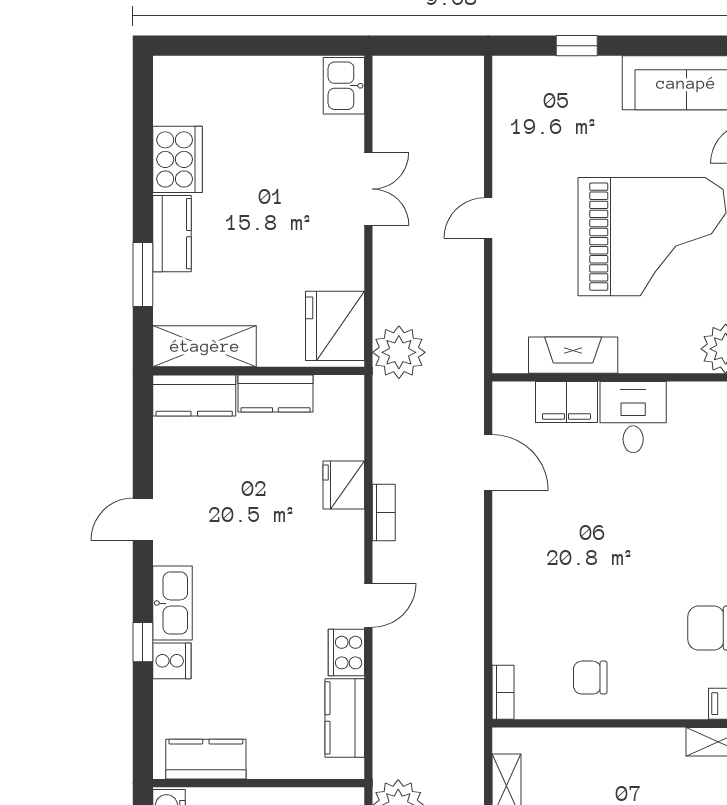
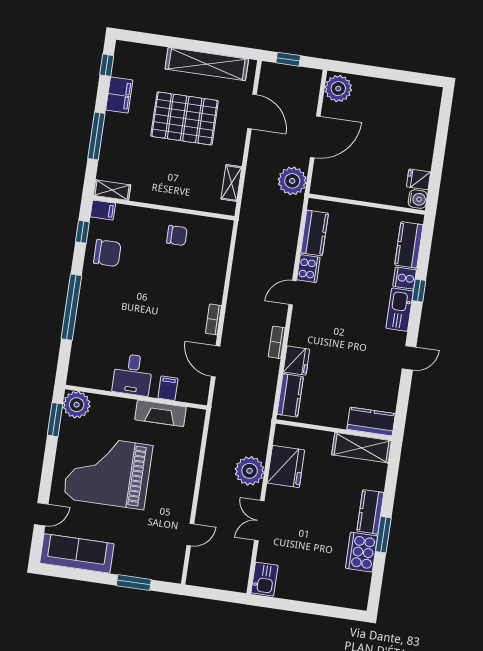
window: (577, 46) -> (134, 583), width x1.50
door: (488, 218) -> (190, 535), moved
window: (143, 275) -> (383, 535), moved
fridge: (335, 326) -> (286, 466), moved
plant: (399, 352) -> (250, 471), moved
kitchen counter: (275, 393) -> (290, 395), moved, turned 90
filing cabinet: (566, 402) -> (168, 388), width x0.50
bookcase: (503, 692) -> (213, 319), moved
kitchen counter: (206, 759) -> (409, 245), moved, turned 90

